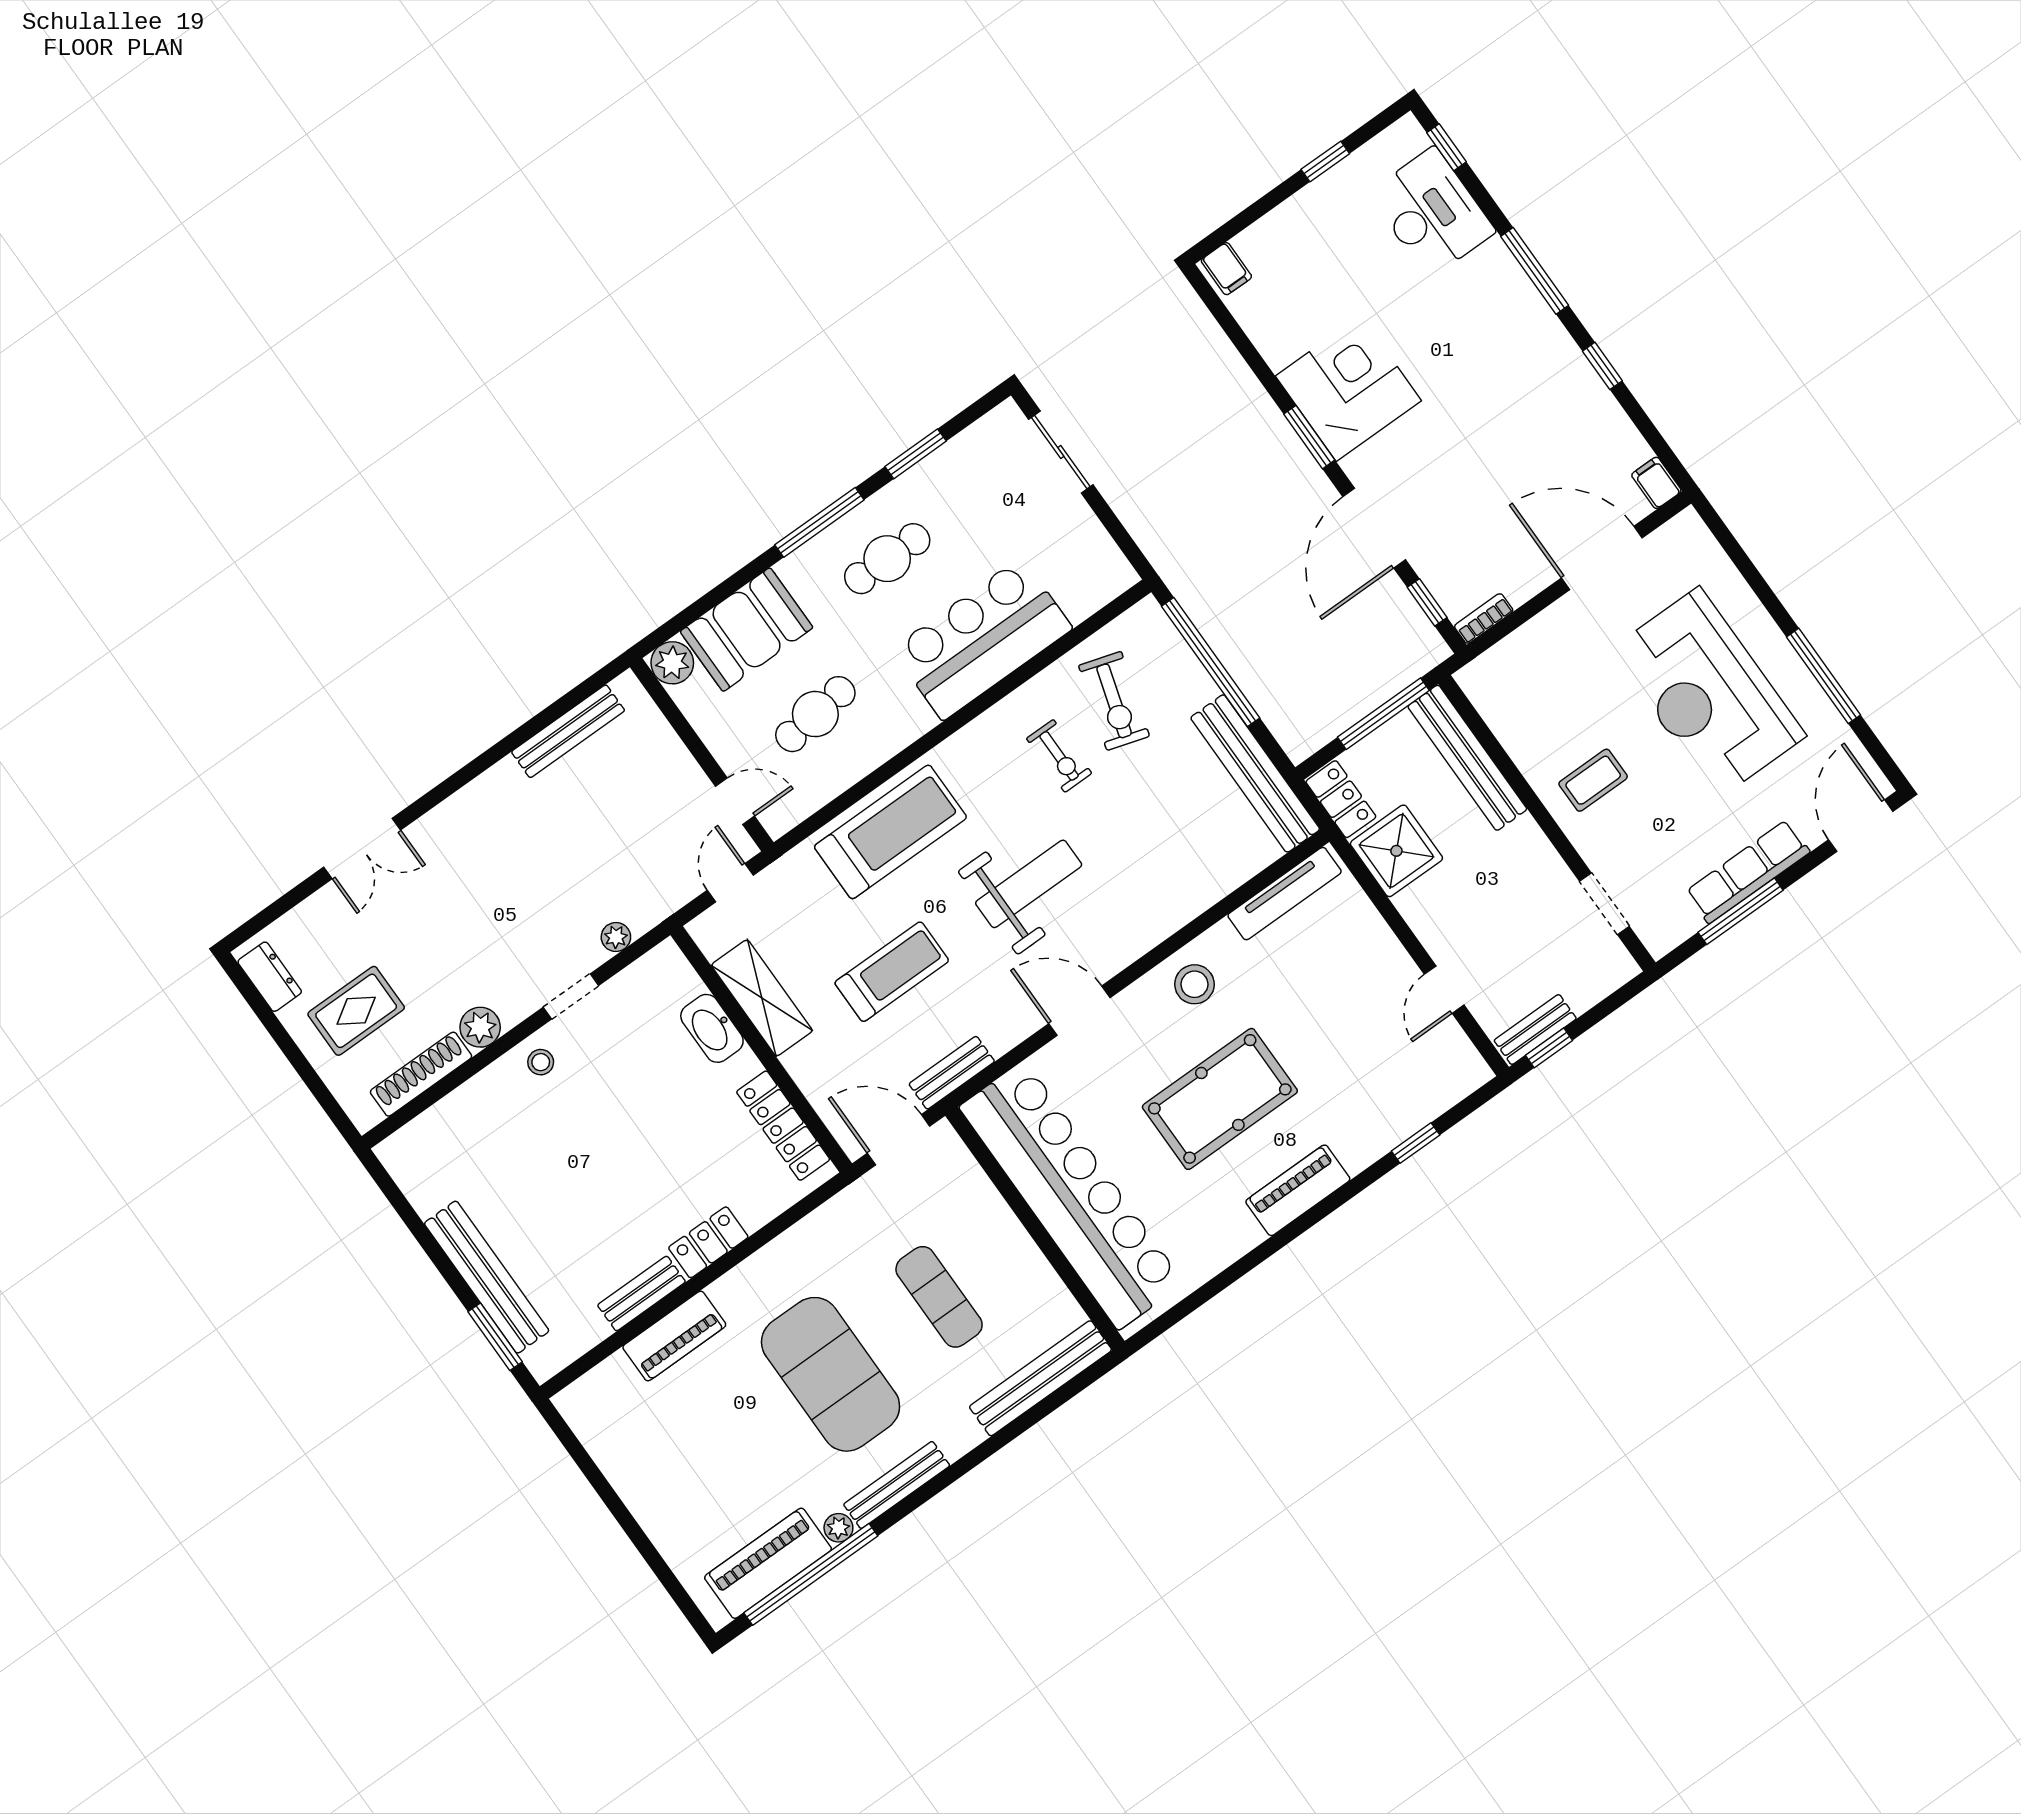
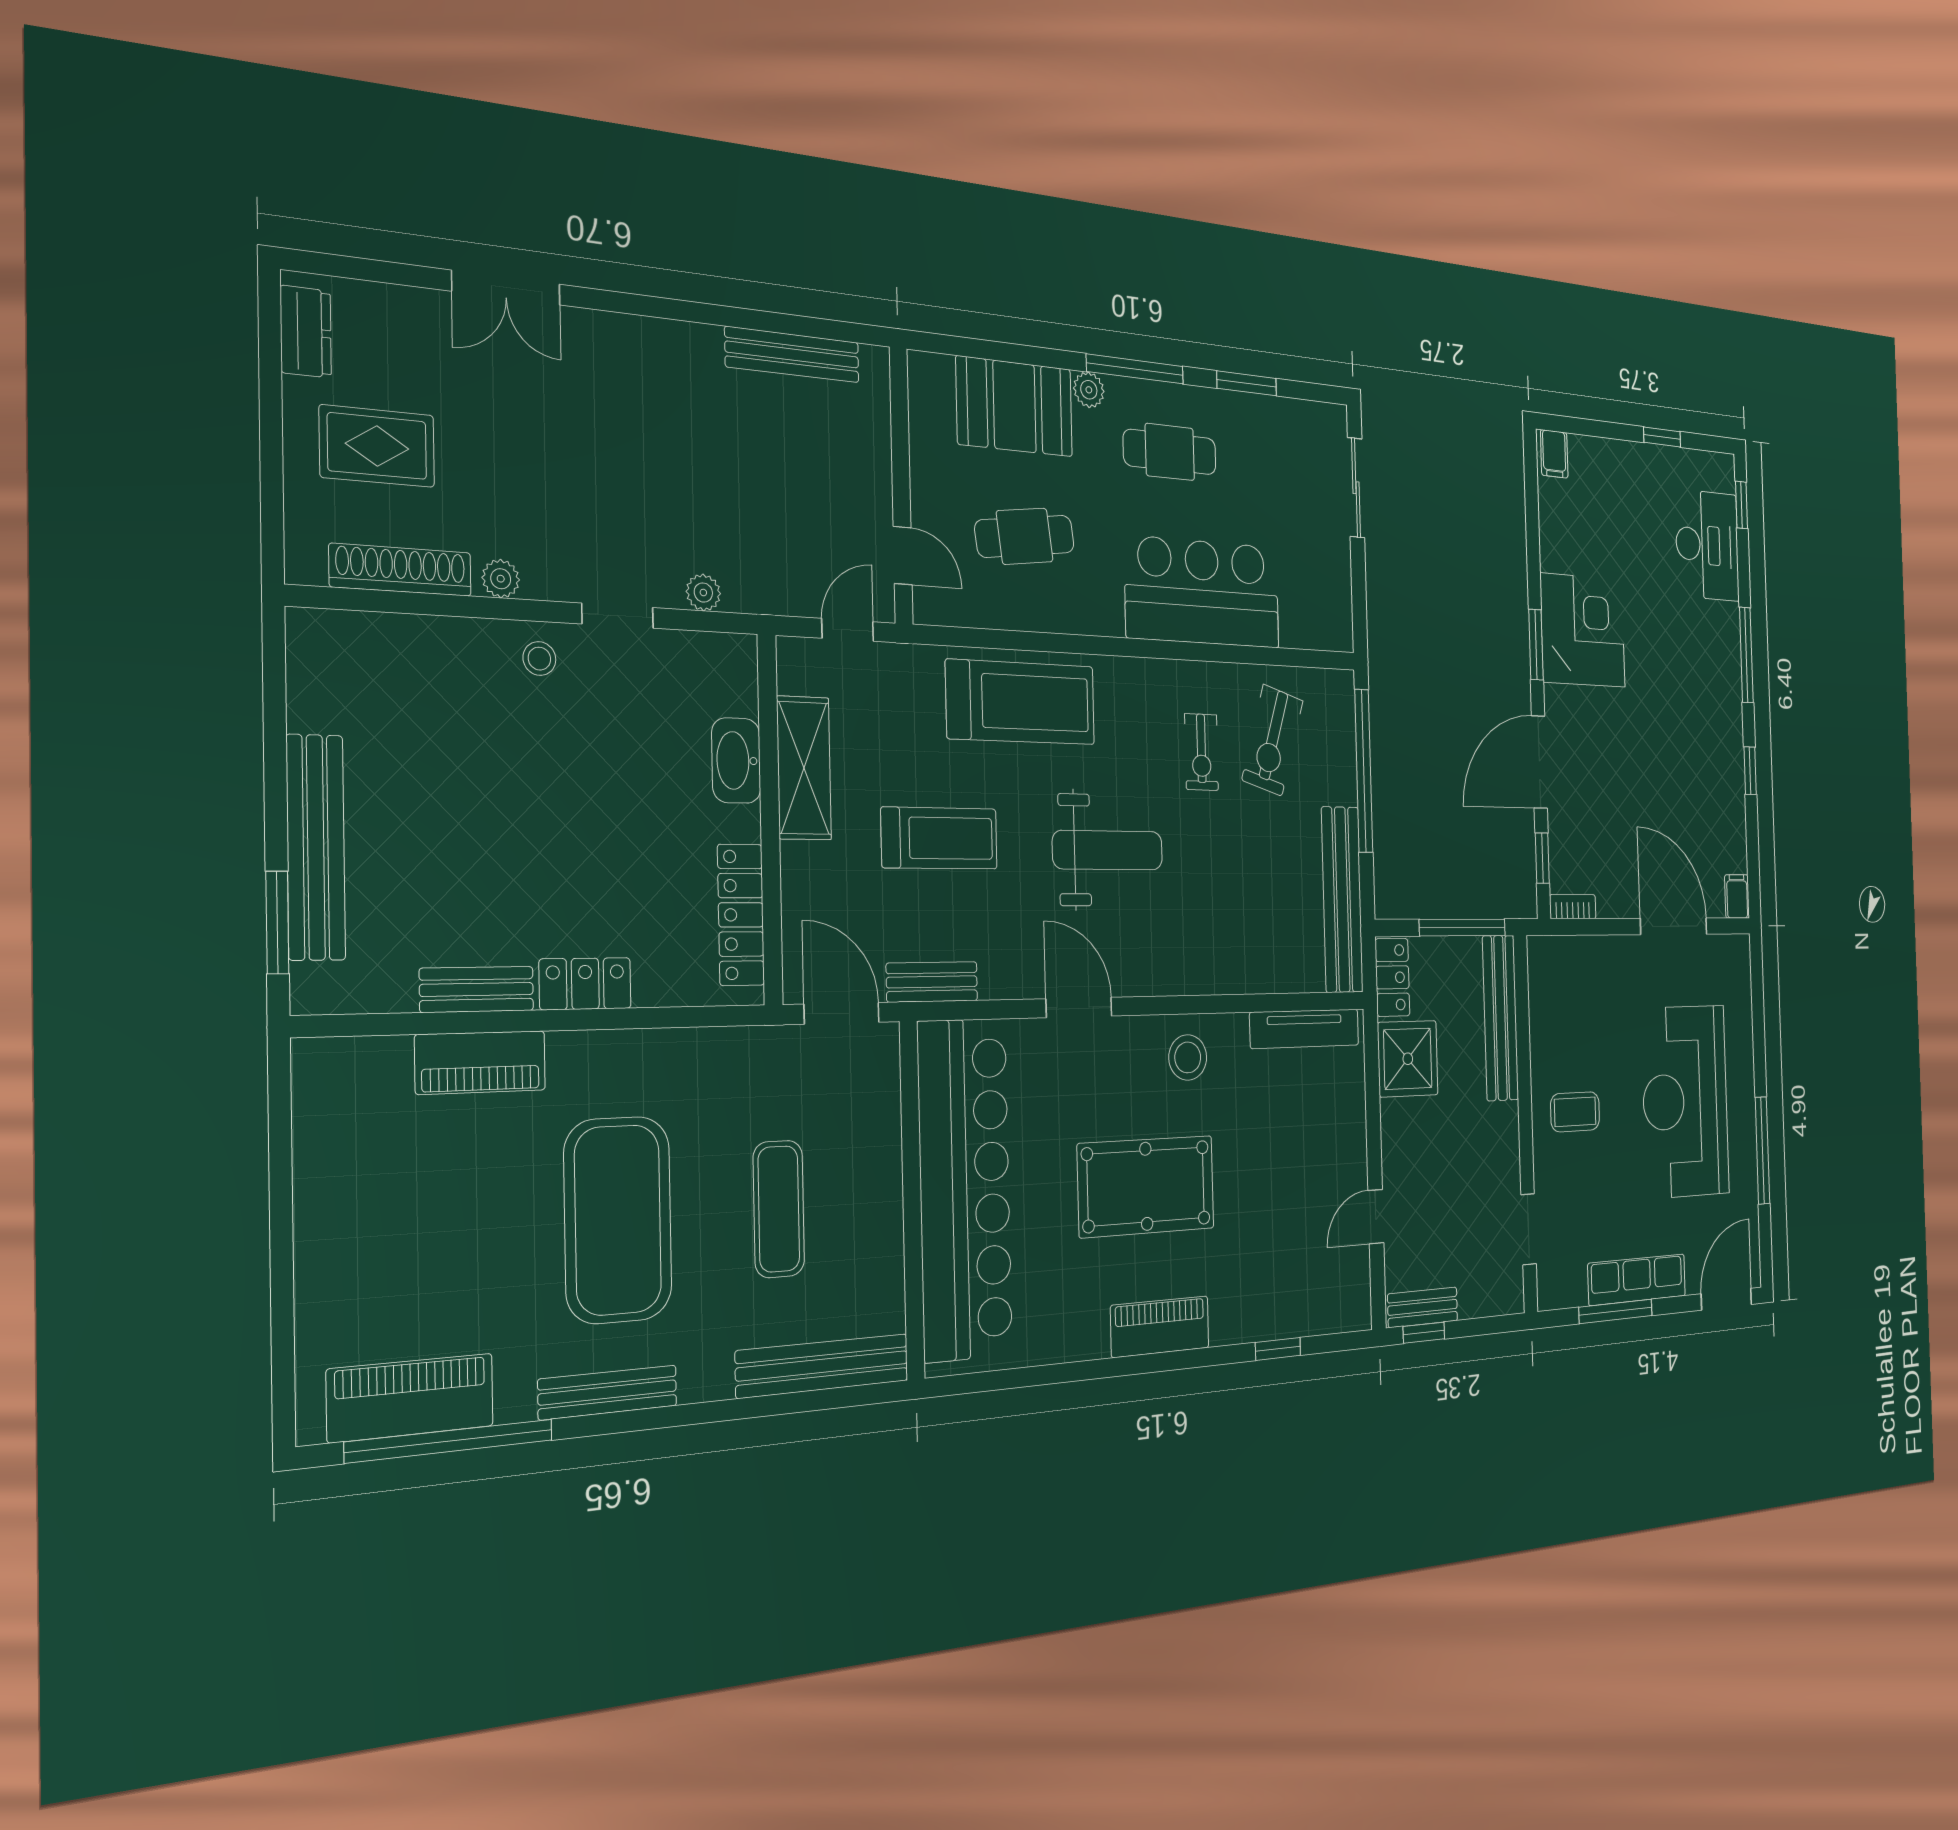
plant: (672, 663) -> (1089, 390), moved, width x0.73, depth x0.73
plant: (480, 1027) -> (501, 579), width x0.73, depth x0.73
plant: (838, 1528) -> (515, 1404), removed

